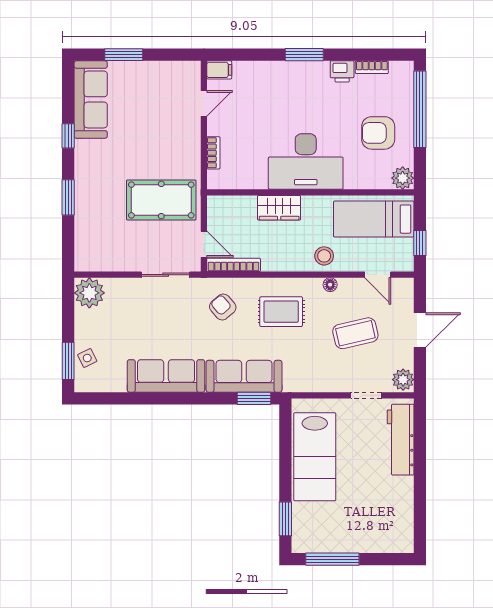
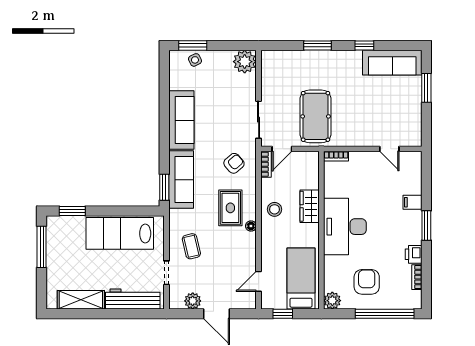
filing cabinet: (219, 70) -> (412, 202), moved, turned 90
bookcase: (213, 153) -> (336, 156), moved
stool: (324, 256) -> (275, 209), moved
bookcase: (234, 265) -> (266, 164), width x0.64
floor lamp: (330, 285) -> (251, 226), moved
coffee table: (355, 333) -> (191, 246), moved, width x0.73, depth x0.77
plant: (403, 380) -> (193, 301), moved
shelving: (402, 508) -> (81, 300), added

